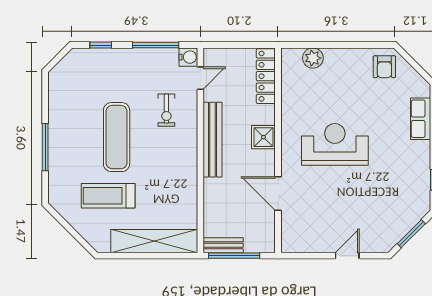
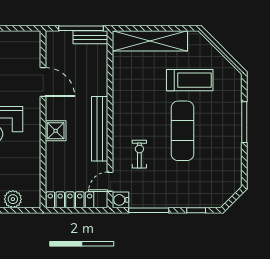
locker: (266, 76) -> (70, 200), moved, turned -90

